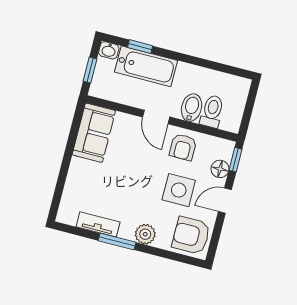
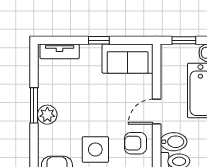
window: (67, 158) -> (99, 40), added
tv unit: (98, 224) -> (60, 51), moved, turned 90
plant: (145, 234) -> (47, 115), moved

